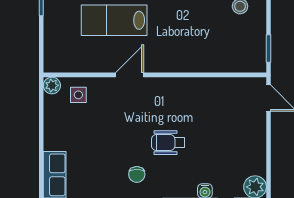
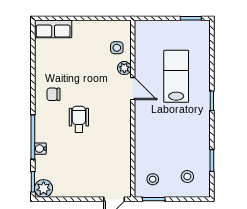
stool: (243, 50) -> (153, 179), added
plant: (52, 85) -> (124, 68), moved

